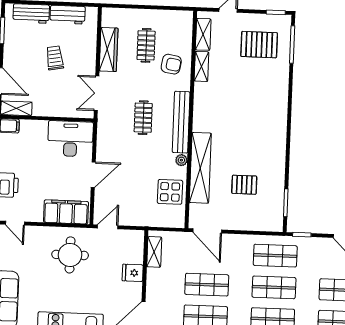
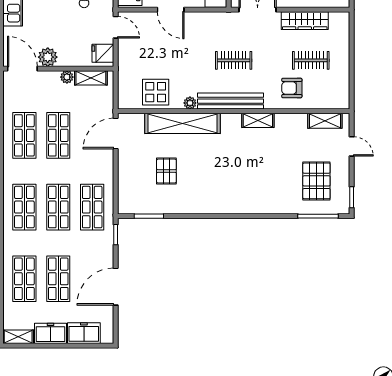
armchair: (171, 64) -> (292, 88), turned 81
shelving: (201, 66) -> (258, 120), moved
fridge: (133, 273) -> (103, 53), moved, turned -90
plant: (152, 274) -> (67, 77), added
plant: (133, 292) -> (48, 57), added

